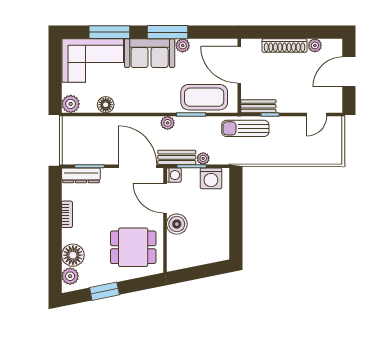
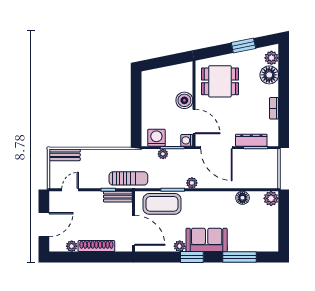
window: (168, 32) -> (192, 257), width x0.69
corner sofa: (93, 60) -> (253, 234), removed
bench: (177, 157) -> (65, 155), moved
dresser: (81, 175) -> (251, 140), moved

